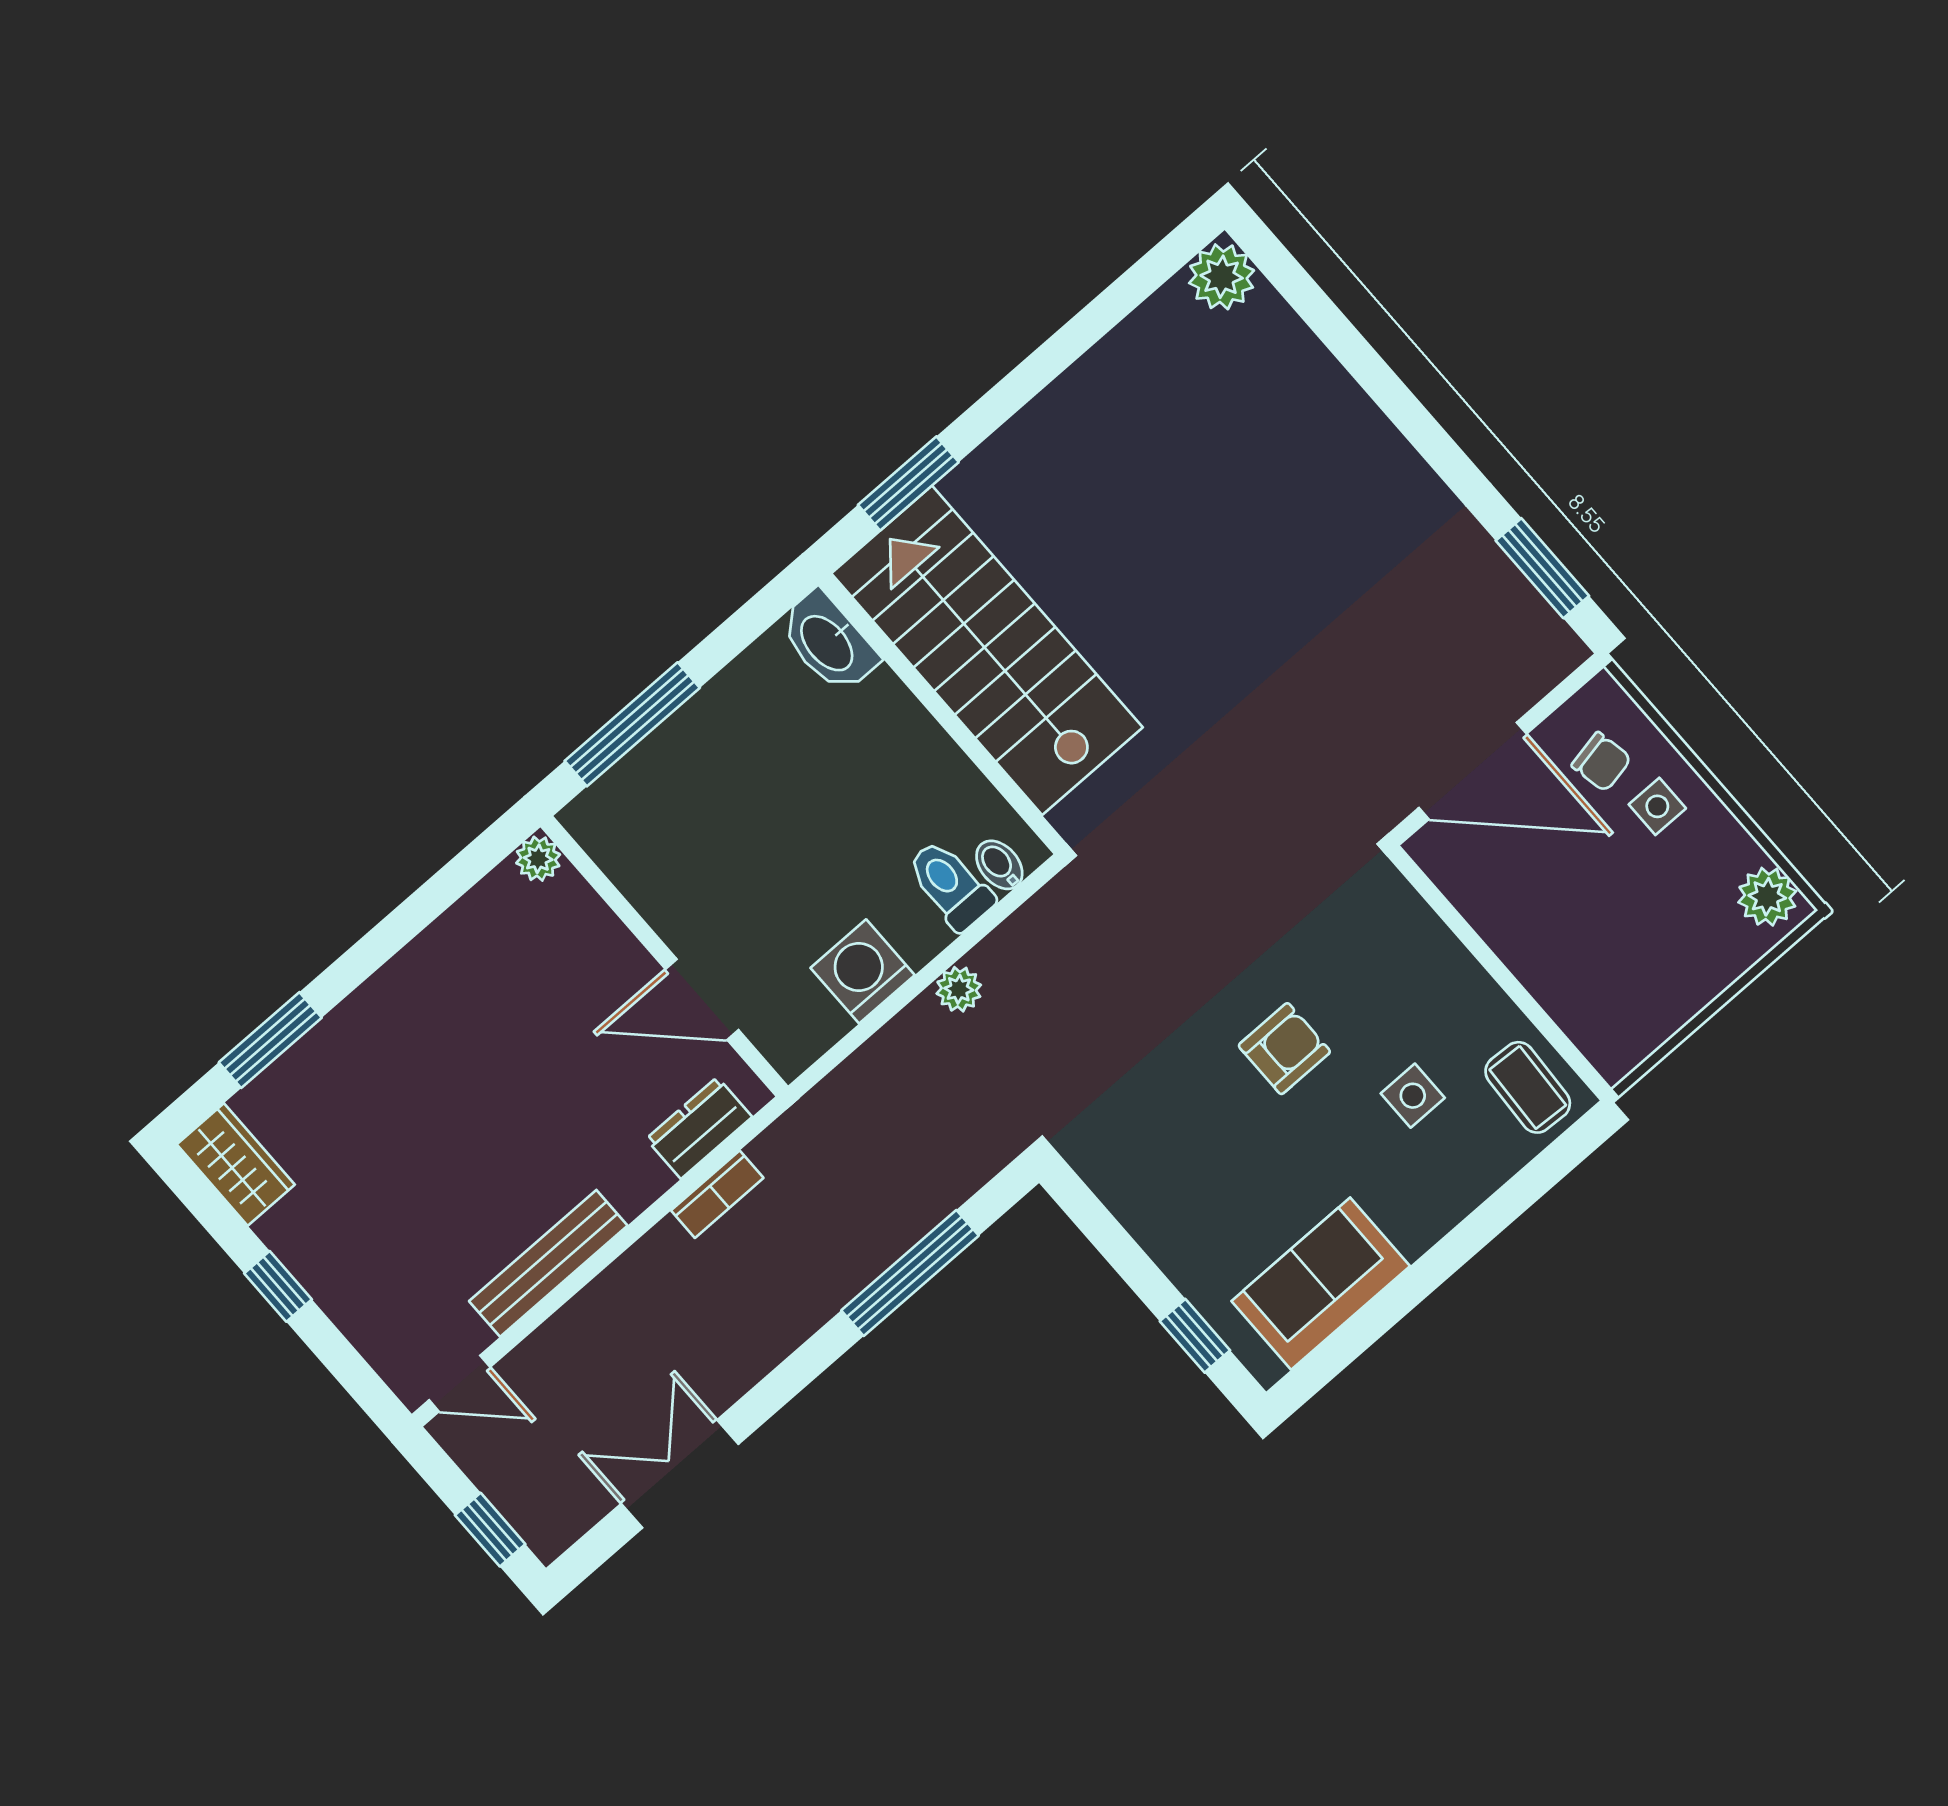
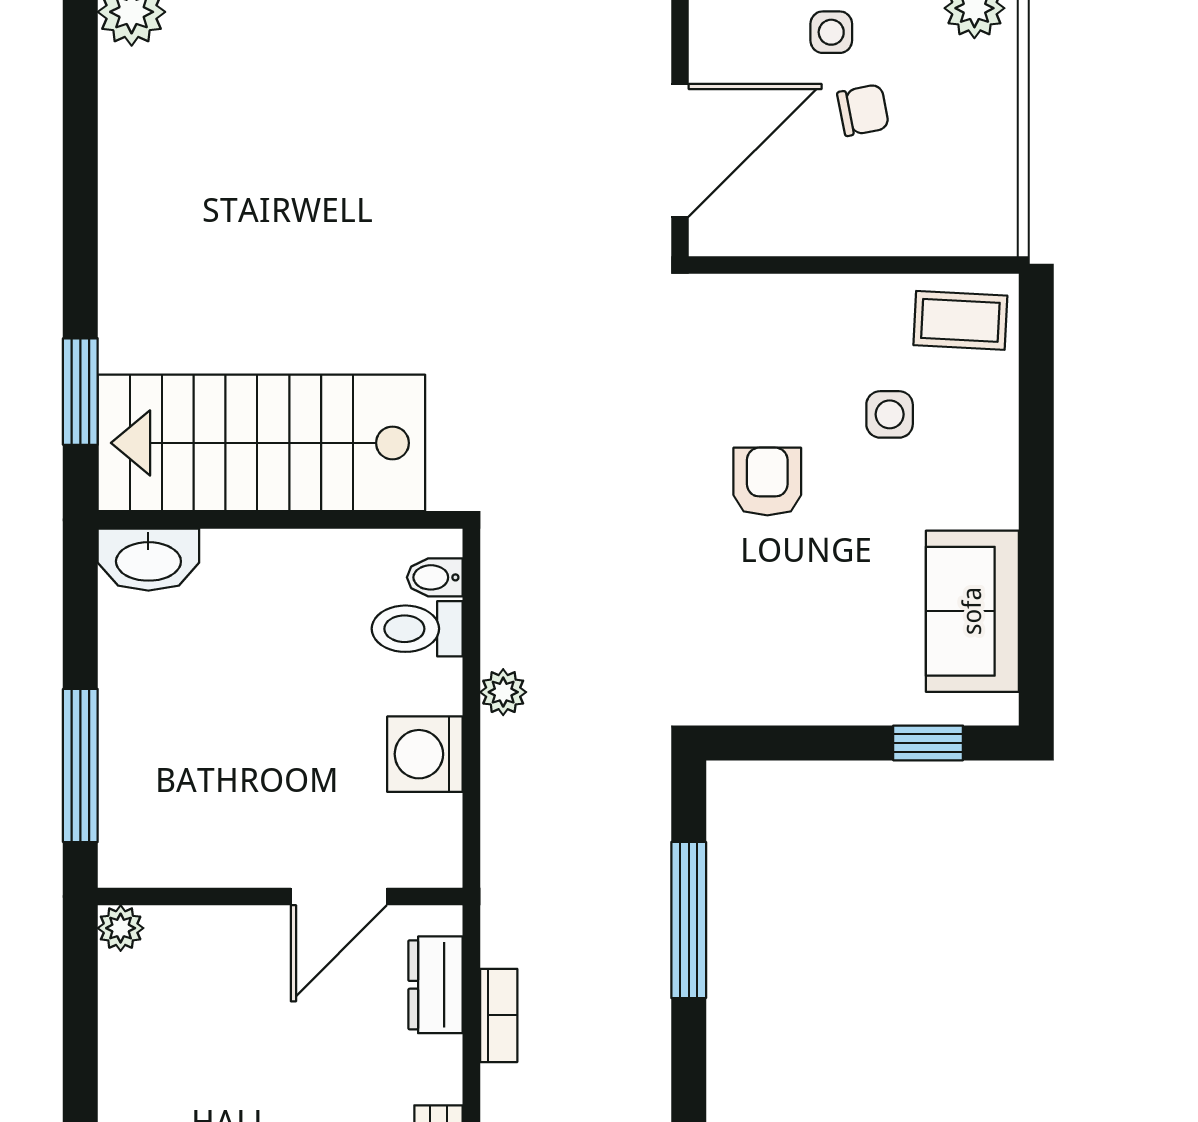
chair: (1601, 762) -> (863, 110), moved

